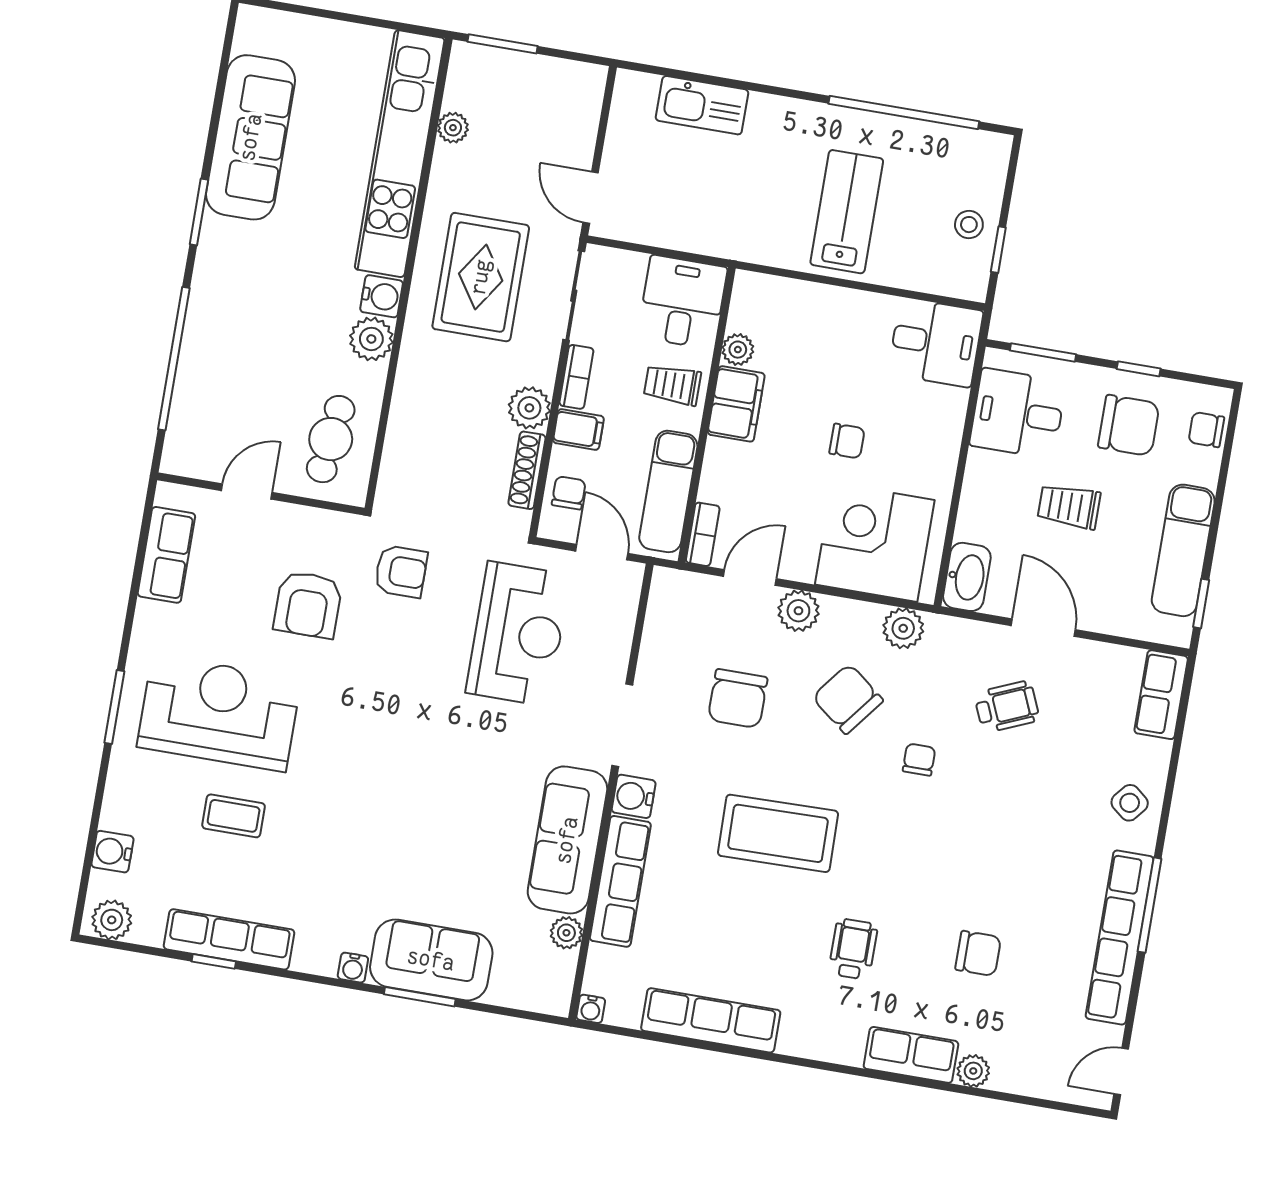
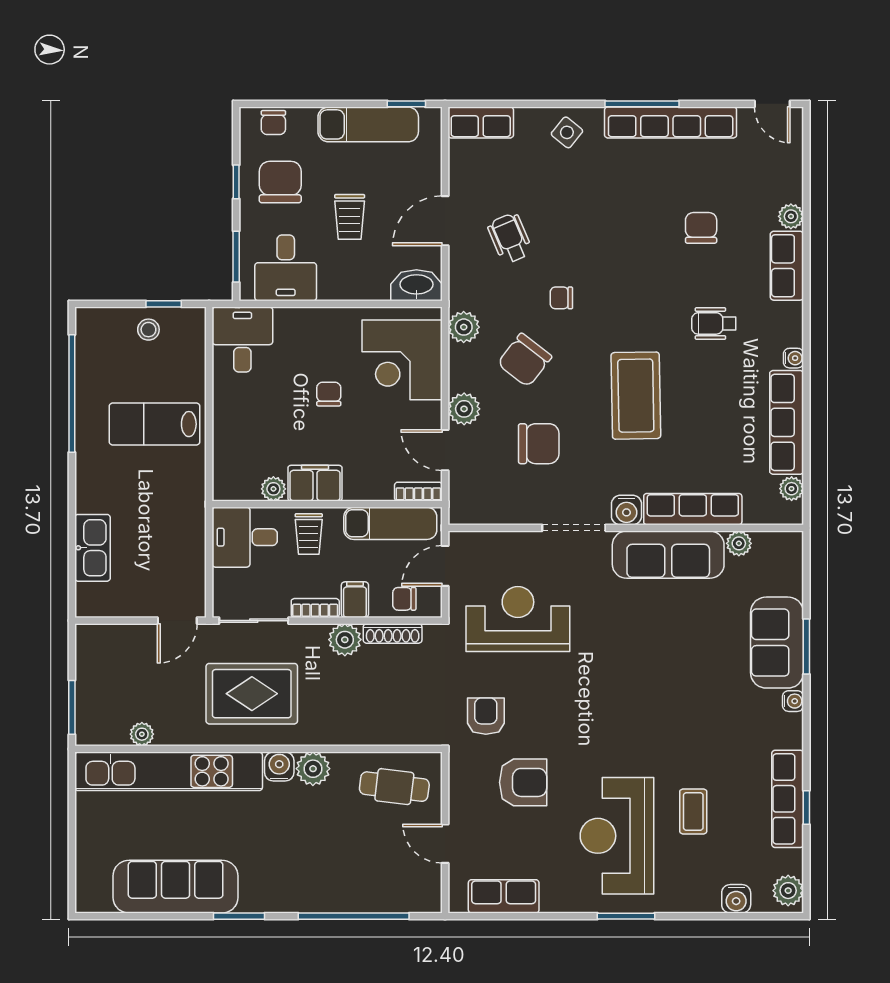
water cooler: (591, 1009) -> (794, 358), moved
plant: (625, 1012) -> (792, 489), added

